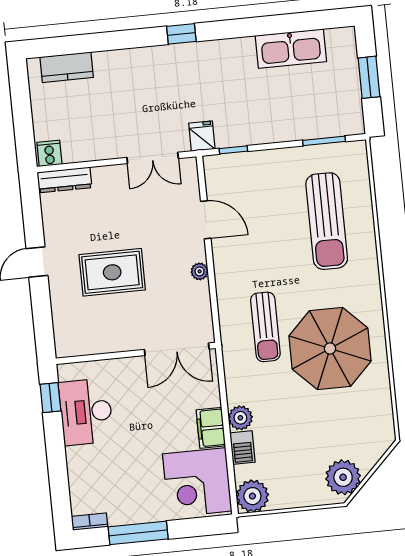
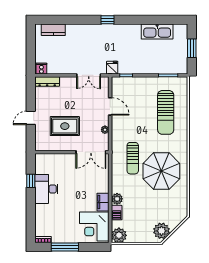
double door: (177, 349) -> (91, 152), moved
wall: (136, 353) -> (72, 152), moved

